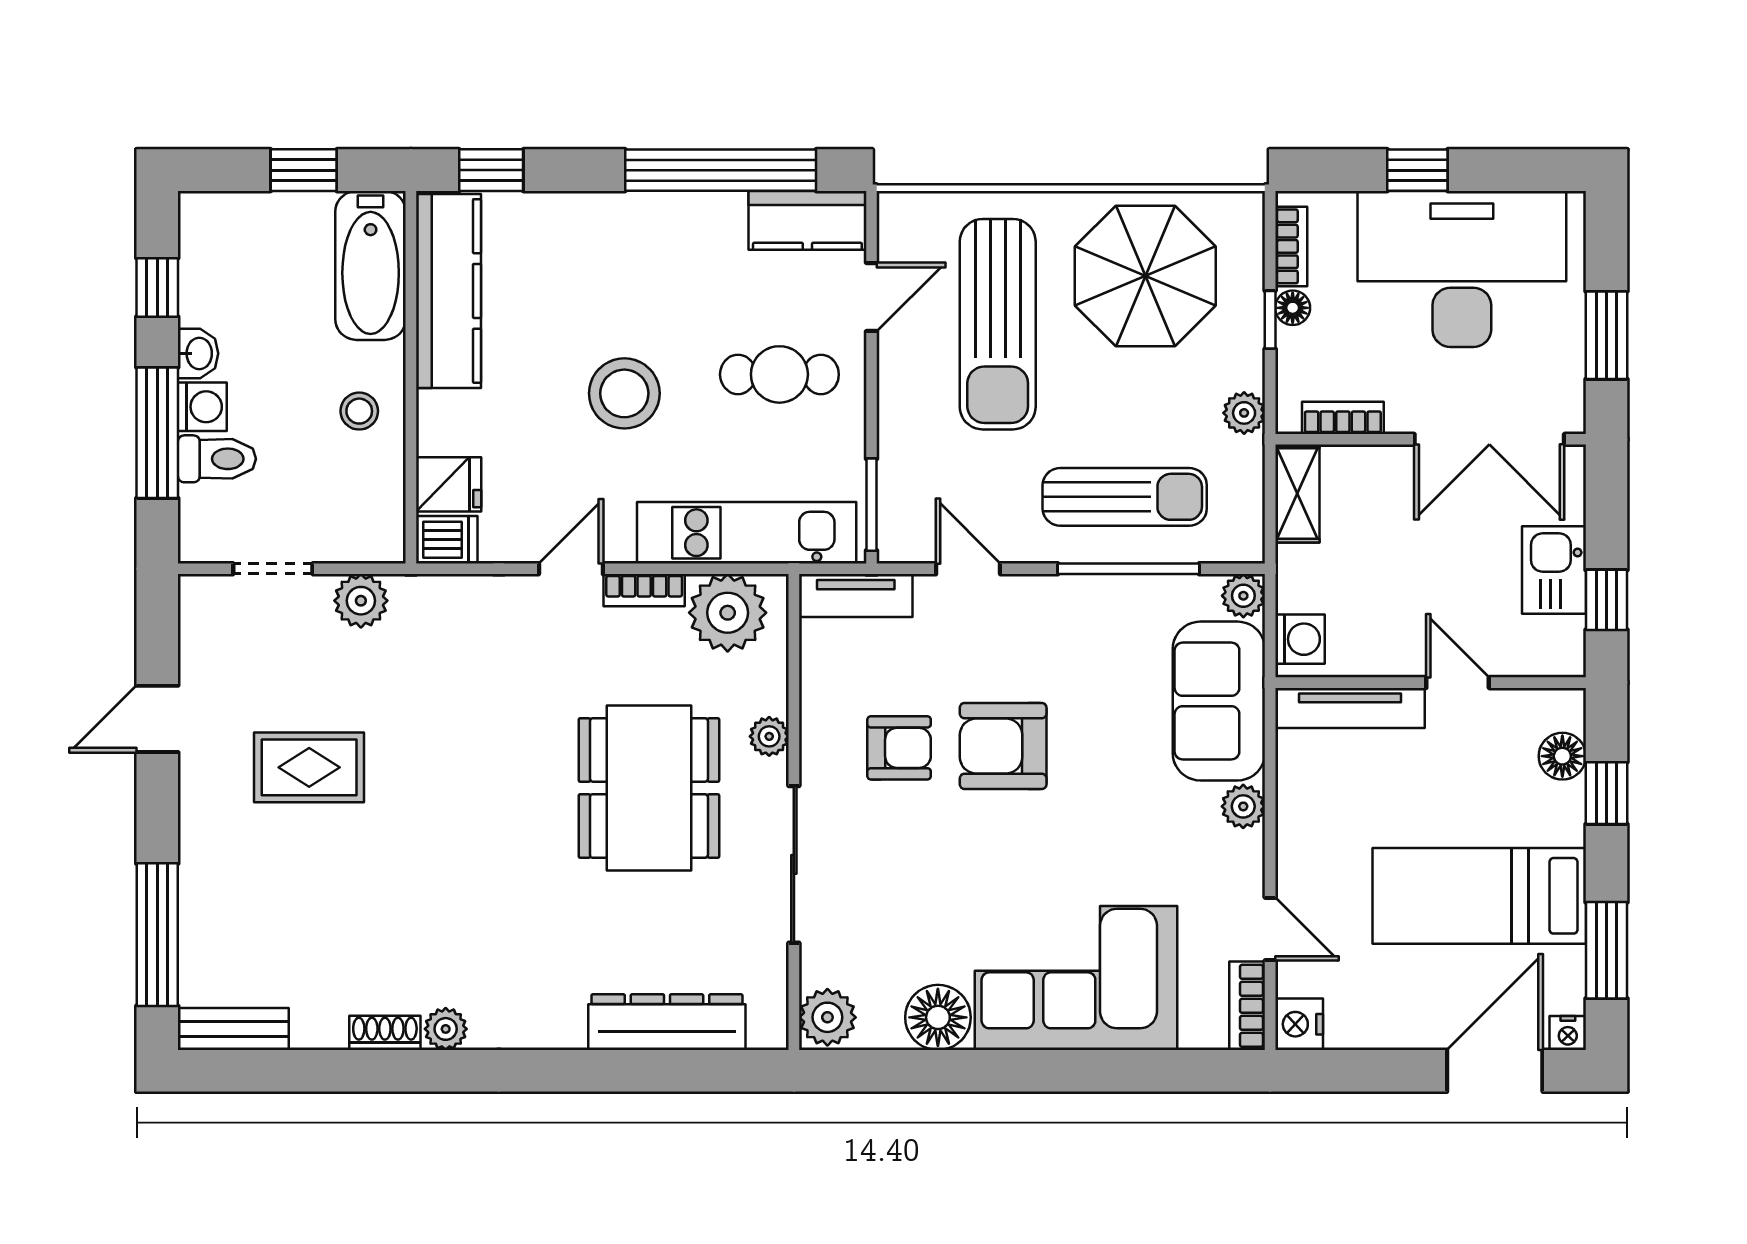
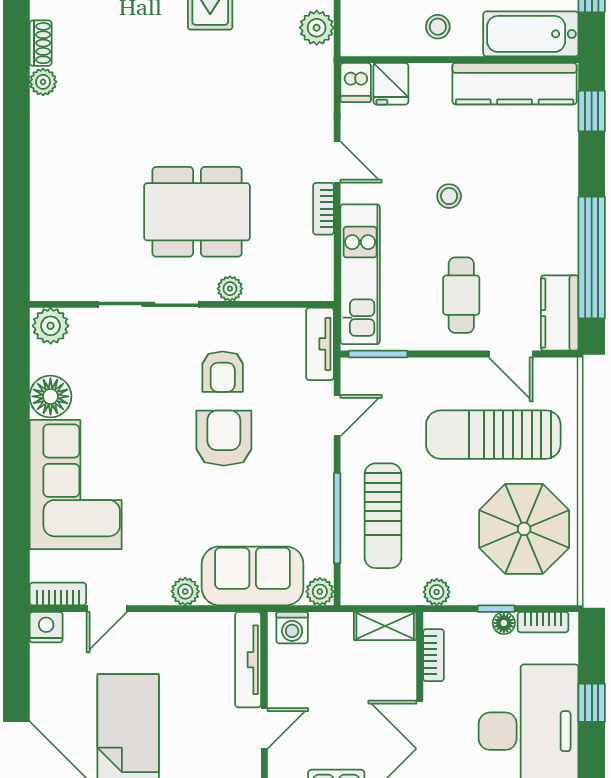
stool: (624, 393) -> (449, 196), width x0.53, depth x0.53
plant: (728, 613) -> (309, 262), removed
dresser: (667, 1022) -> (47, 223), removed

